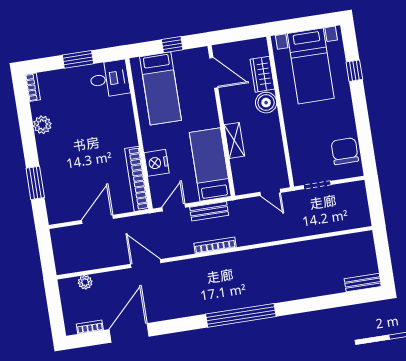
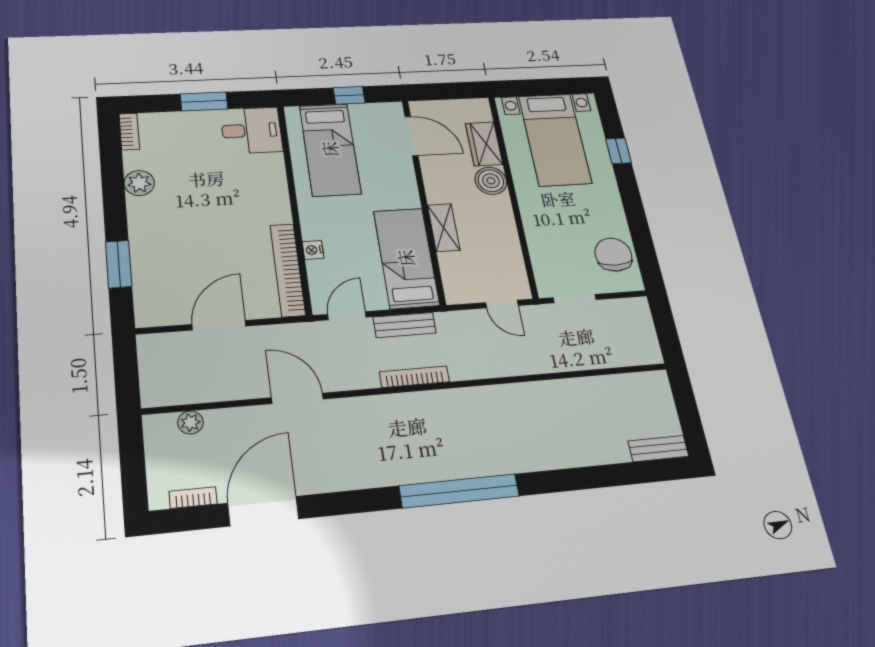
nightstand: (157, 163) -> (313, 250), width x0.53, depth x0.56

